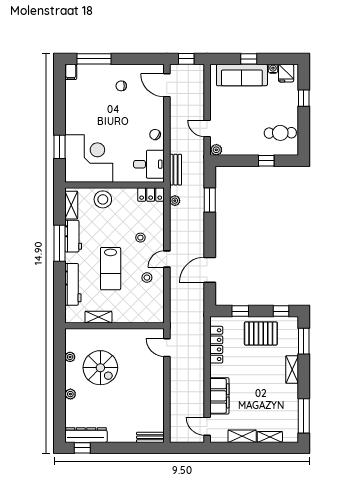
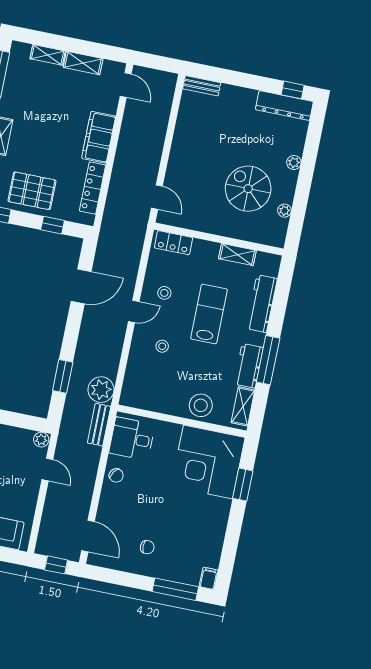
locker: (151, 195) -> (174, 243), moved, turned 180
plant: (175, 201) -> (101, 390), width x1.87, depth x1.87
filing cabinet: (219, 396) -> (99, 137), moved

